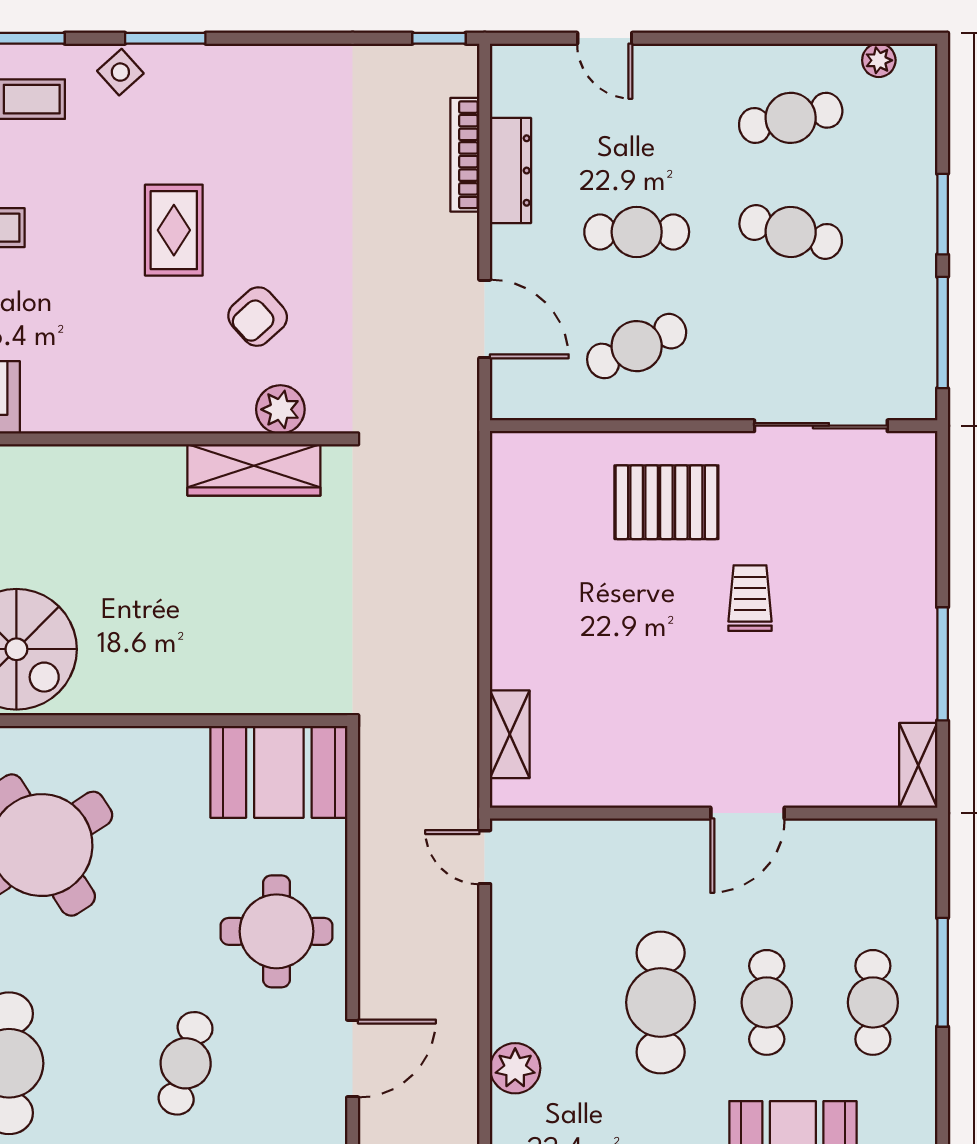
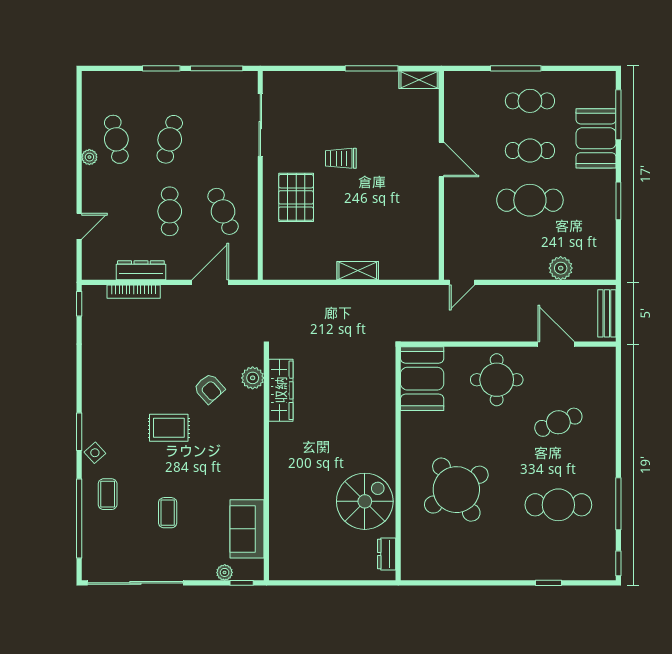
plant: (879, 60) -> (89, 157), moved
shelving: (510, 734) -> (358, 271), moved
cafe table: (186, 1063) -> (558, 422), turned -36

